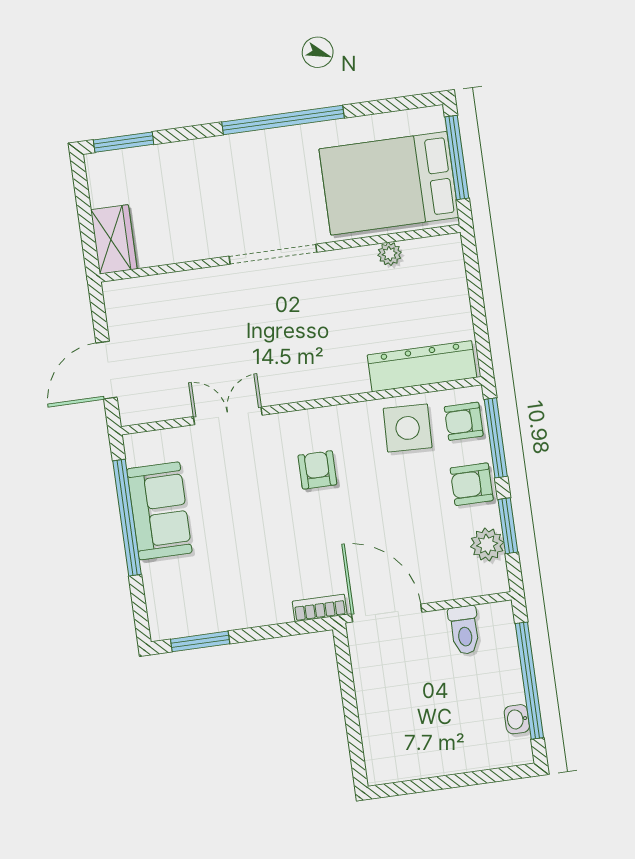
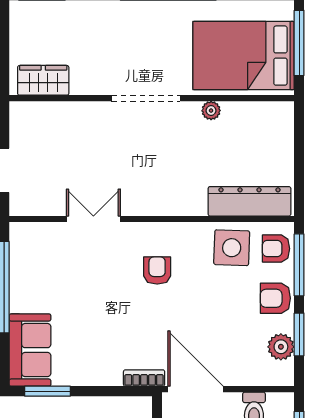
wardrobe: (114, 239) -> (43, 80), moved, turned -90
plant: (390, 254) -> (211, 111), moved
sofa: (159, 511) -> (30, 350), moved

